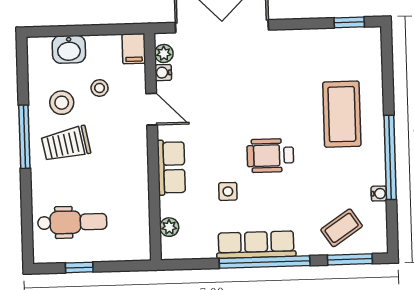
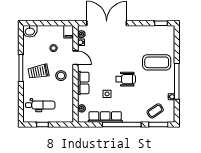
washbasin: (69, 49) -> (30, 31), moved
stool: (62, 103) -> (61, 76), moved
coffee table: (342, 114) -> (157, 62), turned 90
wheelchair: (270, 156) -> (126, 79), turned 180
row of seats: (256, 245) -> (105, 117), moved

